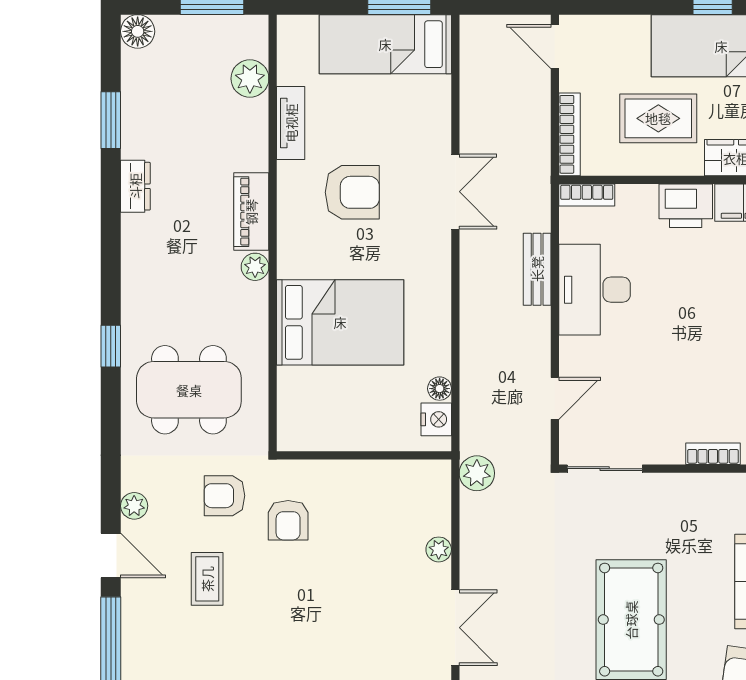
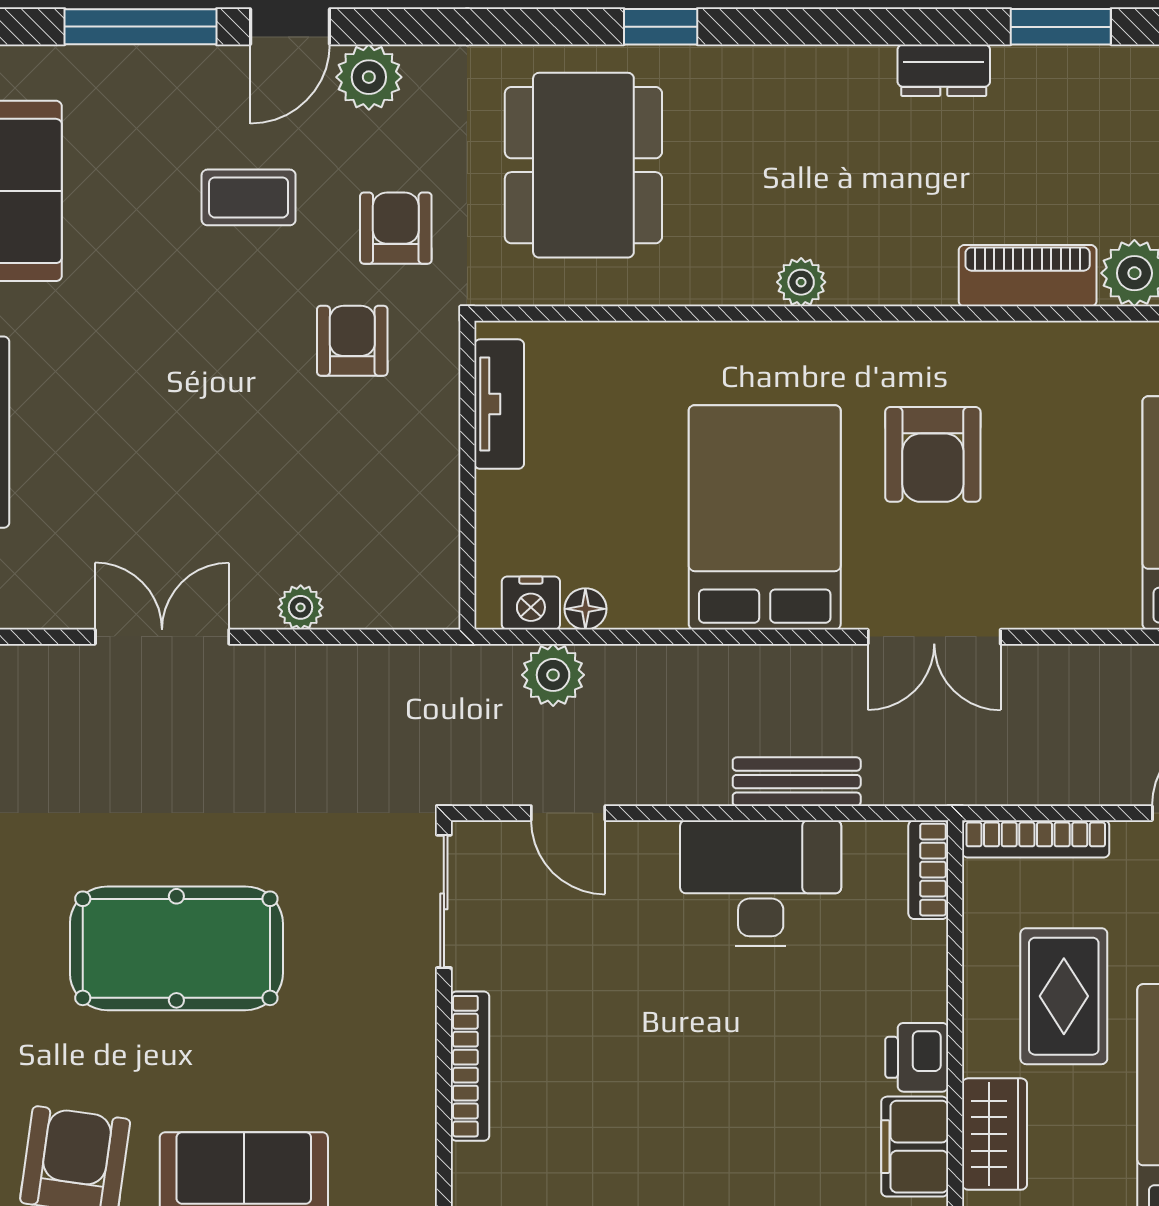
tv unit: (291, 123) -> (499, 404), moved, turned -90
printer: (686, 206) -> (917, 1057), width x0.73, depth x0.81
piano: (251, 212) -> (1028, 276), moved
bed: (340, 322) -> (765, 517), moved, turned 180
bookcase: (713, 454) -> (470, 1066), width x1.56
plant: (477, 473) -> (553, 675), moved
plant: (134, 506) -> (369, 77), width x1.38, depth x1.38
armchair: (288, 520) -> (352, 341), turned 90
double door: (455, 628) -> (162, 637), swing flipped

